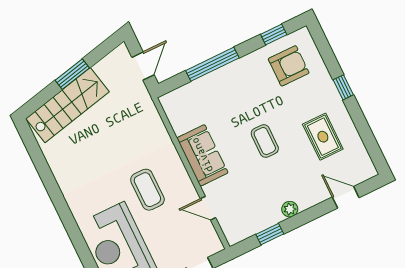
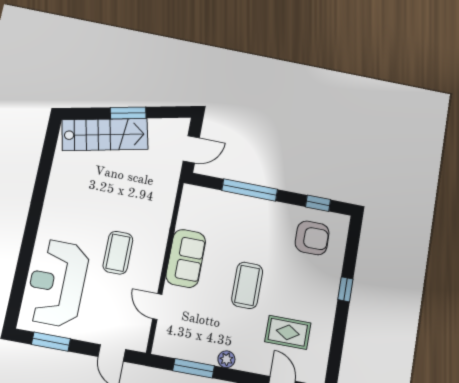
rug: (323, 137) -> (288, 332), moved, turned 90
coffee table: (265, 141) -> (247, 285), width x1.36, depth x1.30
window: (270, 234) -> (194, 368), width x1.50

